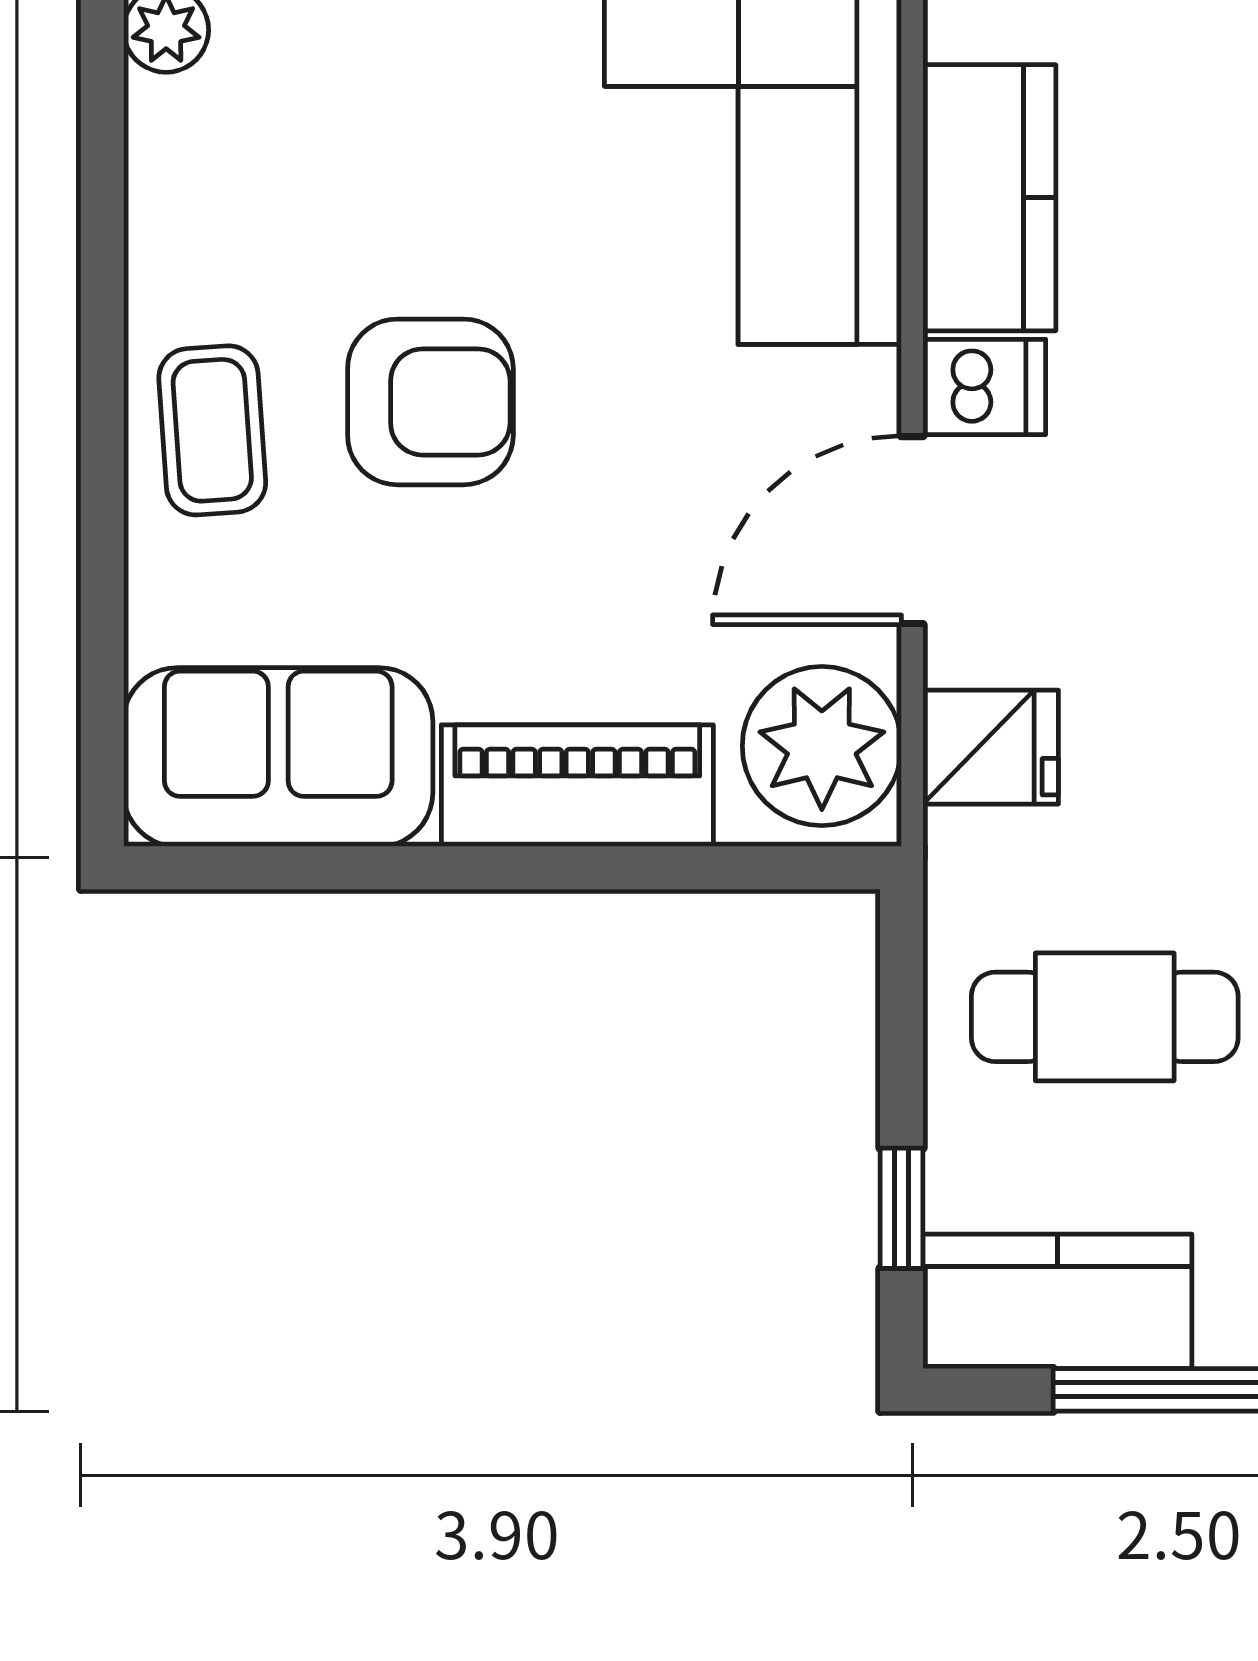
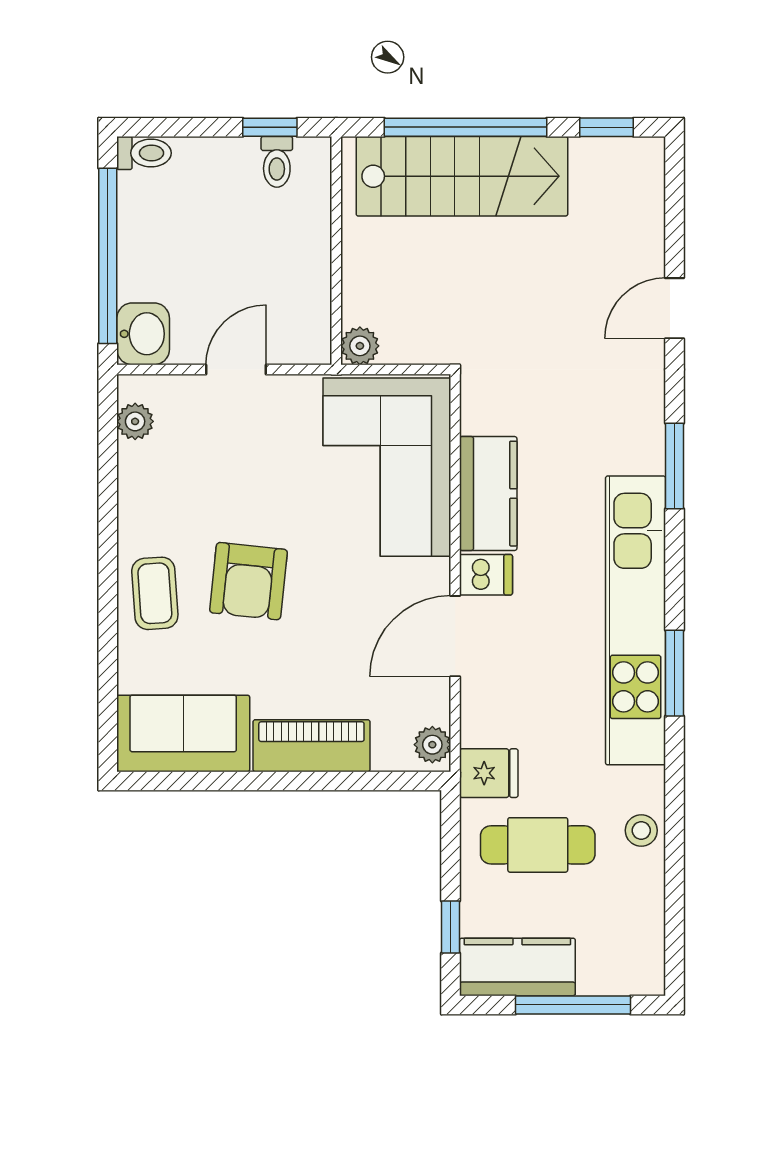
armchair: (430, 402) -> (248, 581), turned 96
plant: (822, 746) -> (432, 745), width x0.53, depth x0.53
fridge: (991, 747) -> (489, 773), moved

